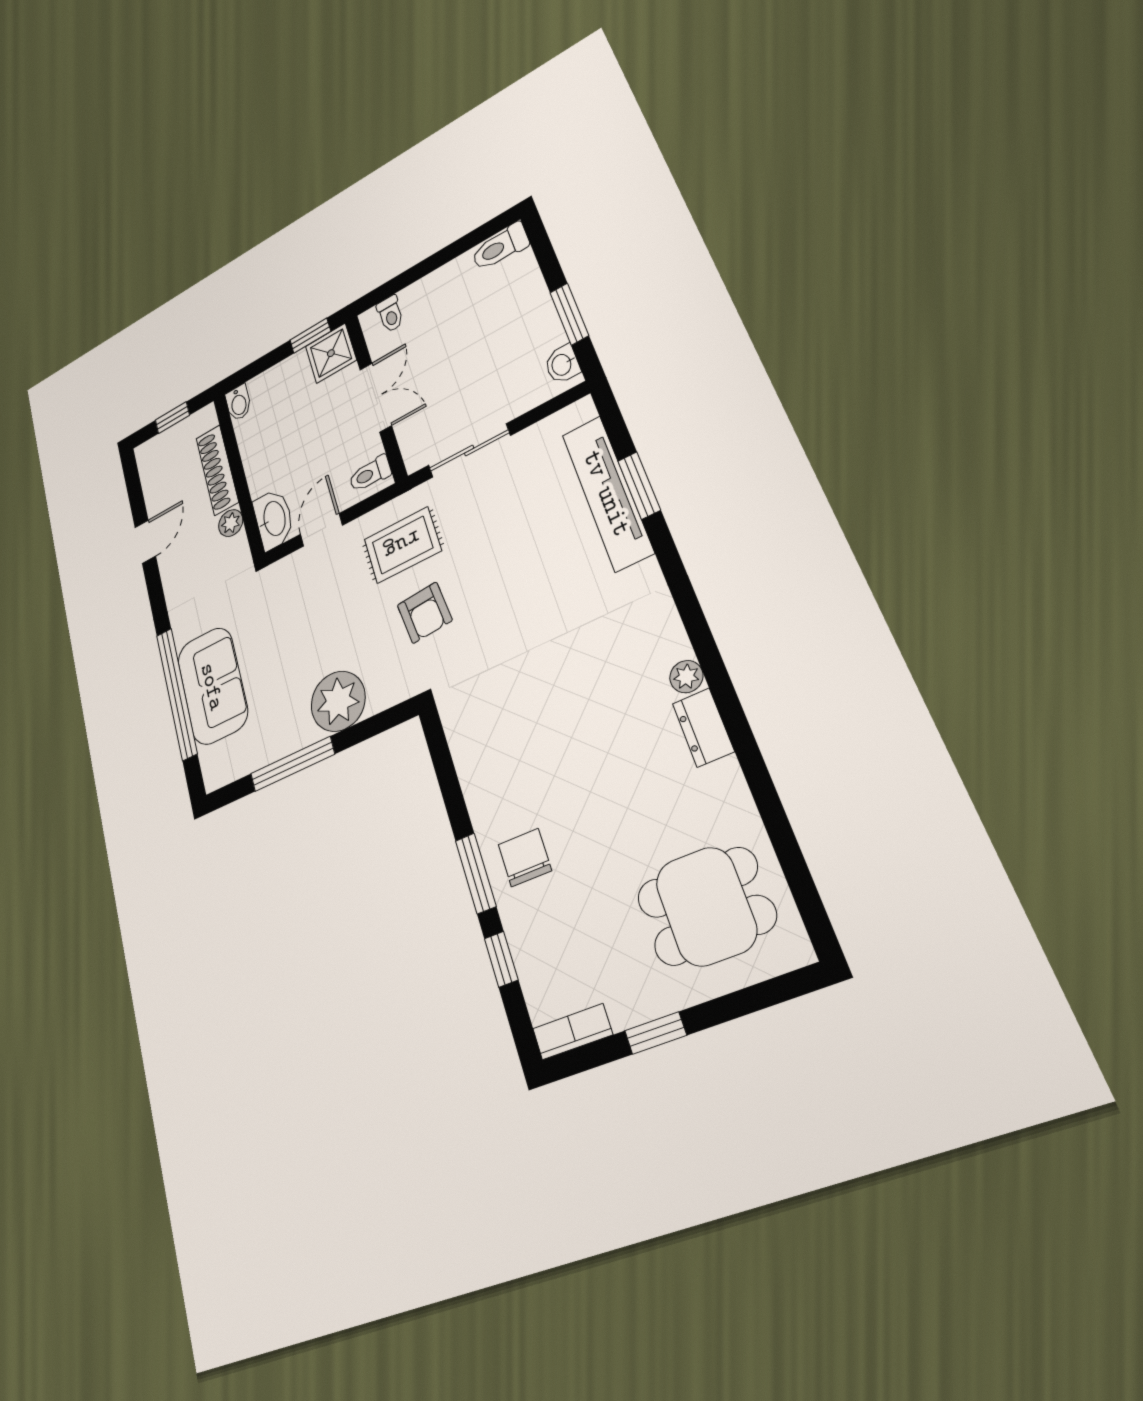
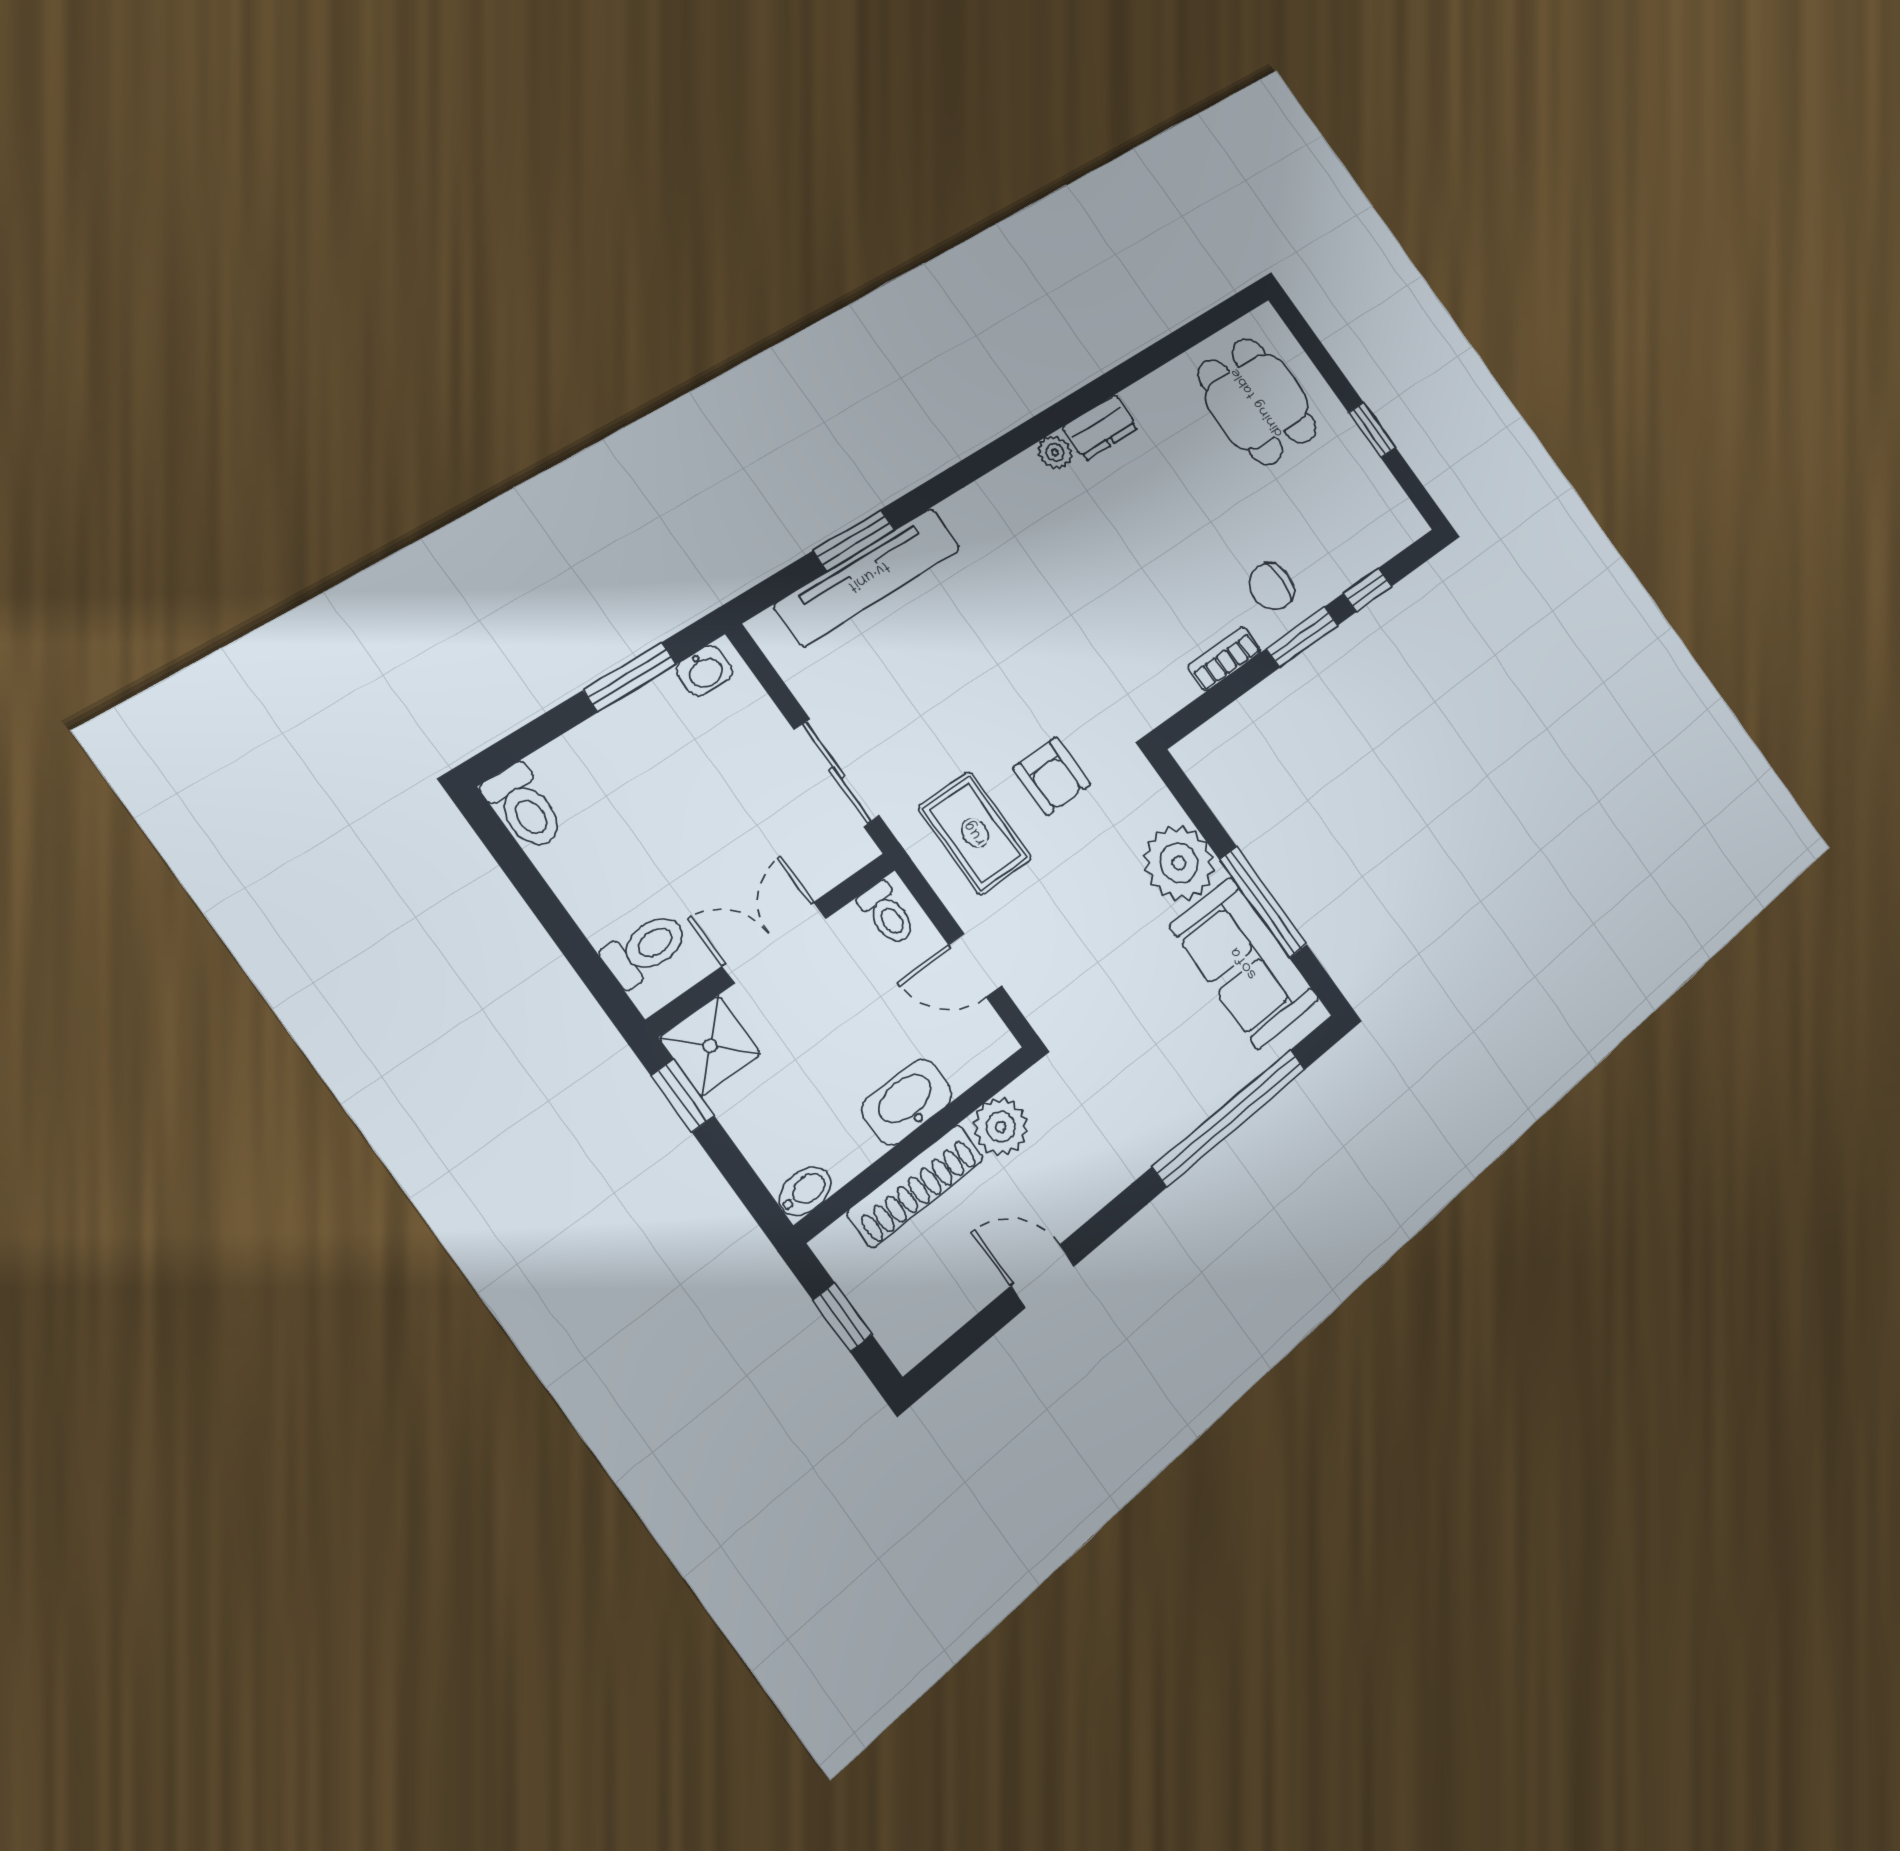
toilet: (390, 314) -> (645, 949), width x1.37, depth x1.39
washbasin: (274, 519) -> (907, 1102), moved
plant: (231, 523) -> (1001, 1127), width x1.38, depth x1.38
armchair: (425, 613) -> (1052, 776), turned 95
sofa: (212, 686) -> (1244, 963), moved, turned -90
bookcase: (572, 1032) -> (1225, 658), moved, turned 90

